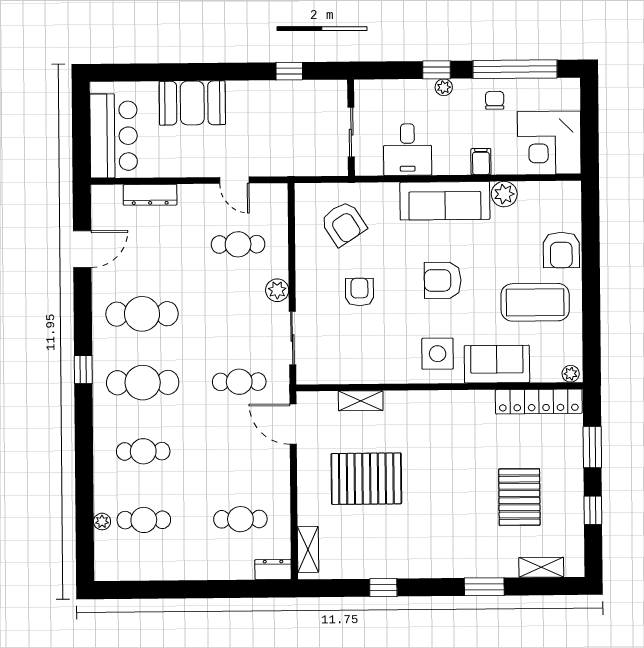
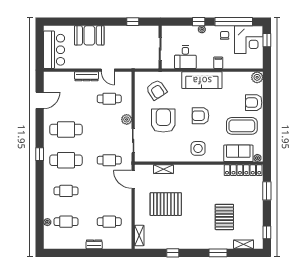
window: (589, 110) -> (267, 40), added
corner desk: (549, 143) -> (249, 40), moved, turned -90
plant: (504, 194) -> (257, 77), moved
dresser: (150, 195) -> (86, 76), moved
armchair: (561, 250) -> (254, 103), turned 90
armchair: (359, 292) -> (163, 121), width x1.88, depth x1.88
sofa: (497, 364) -> (238, 153), moved
pallet: (519, 497) -> (224, 217), moved
window: (593, 510) -> (267, 232), moved
dresser: (273, 569) -> (94, 244), moved

